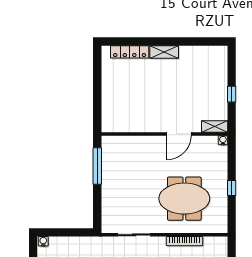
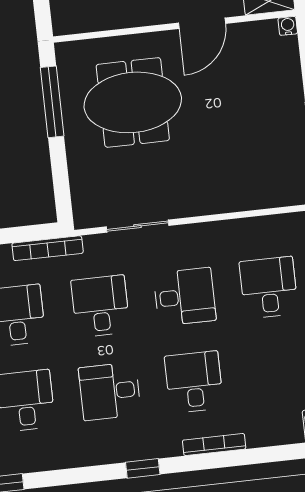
meeting table: (184, 199) -> (133, 102), moved
bookcase: (184, 241) -> (48, 248), moved

